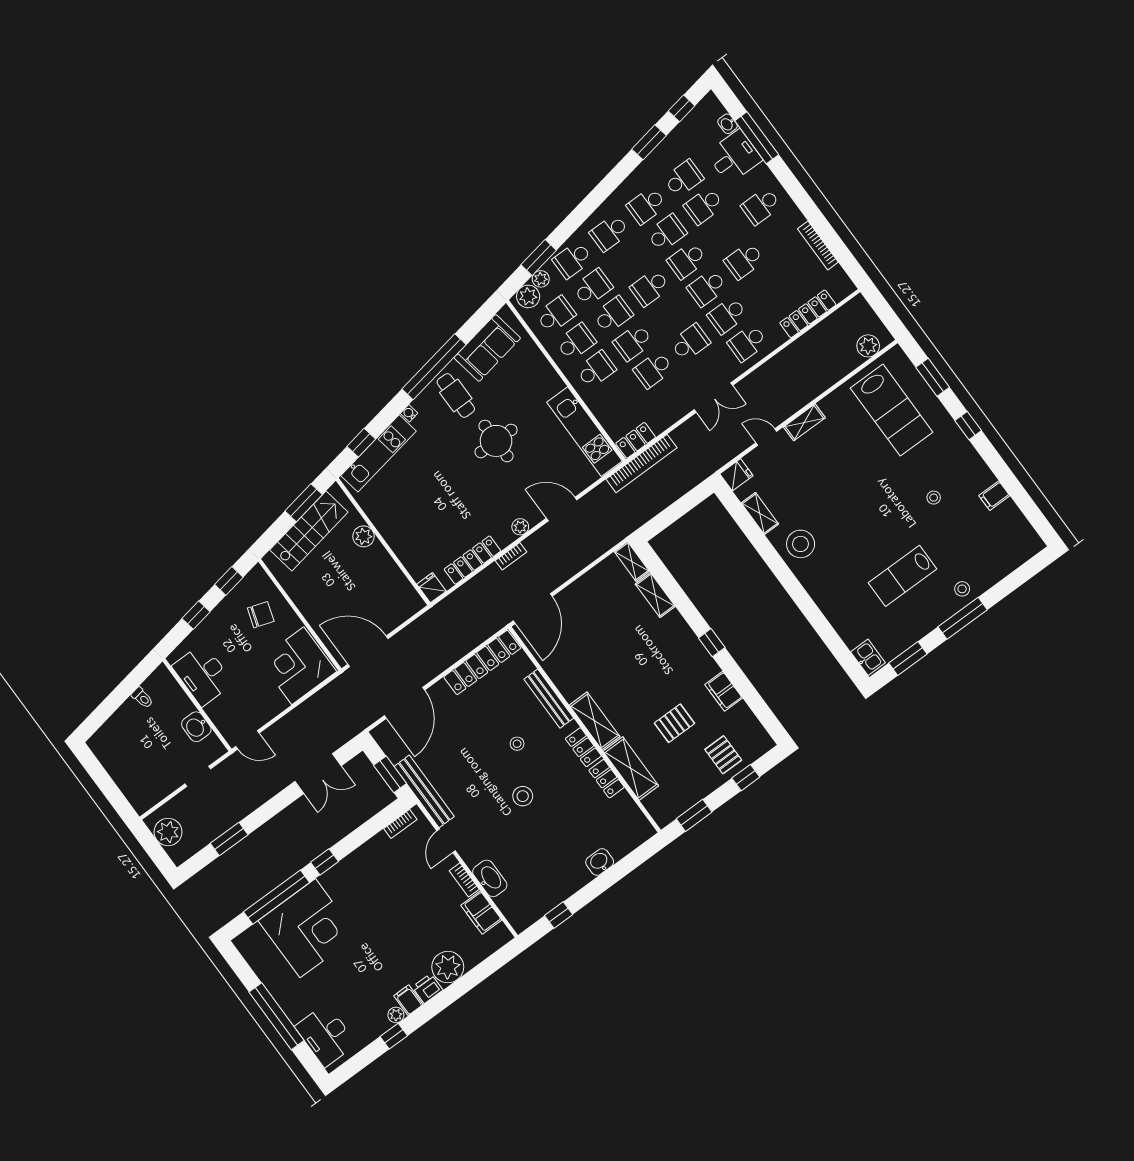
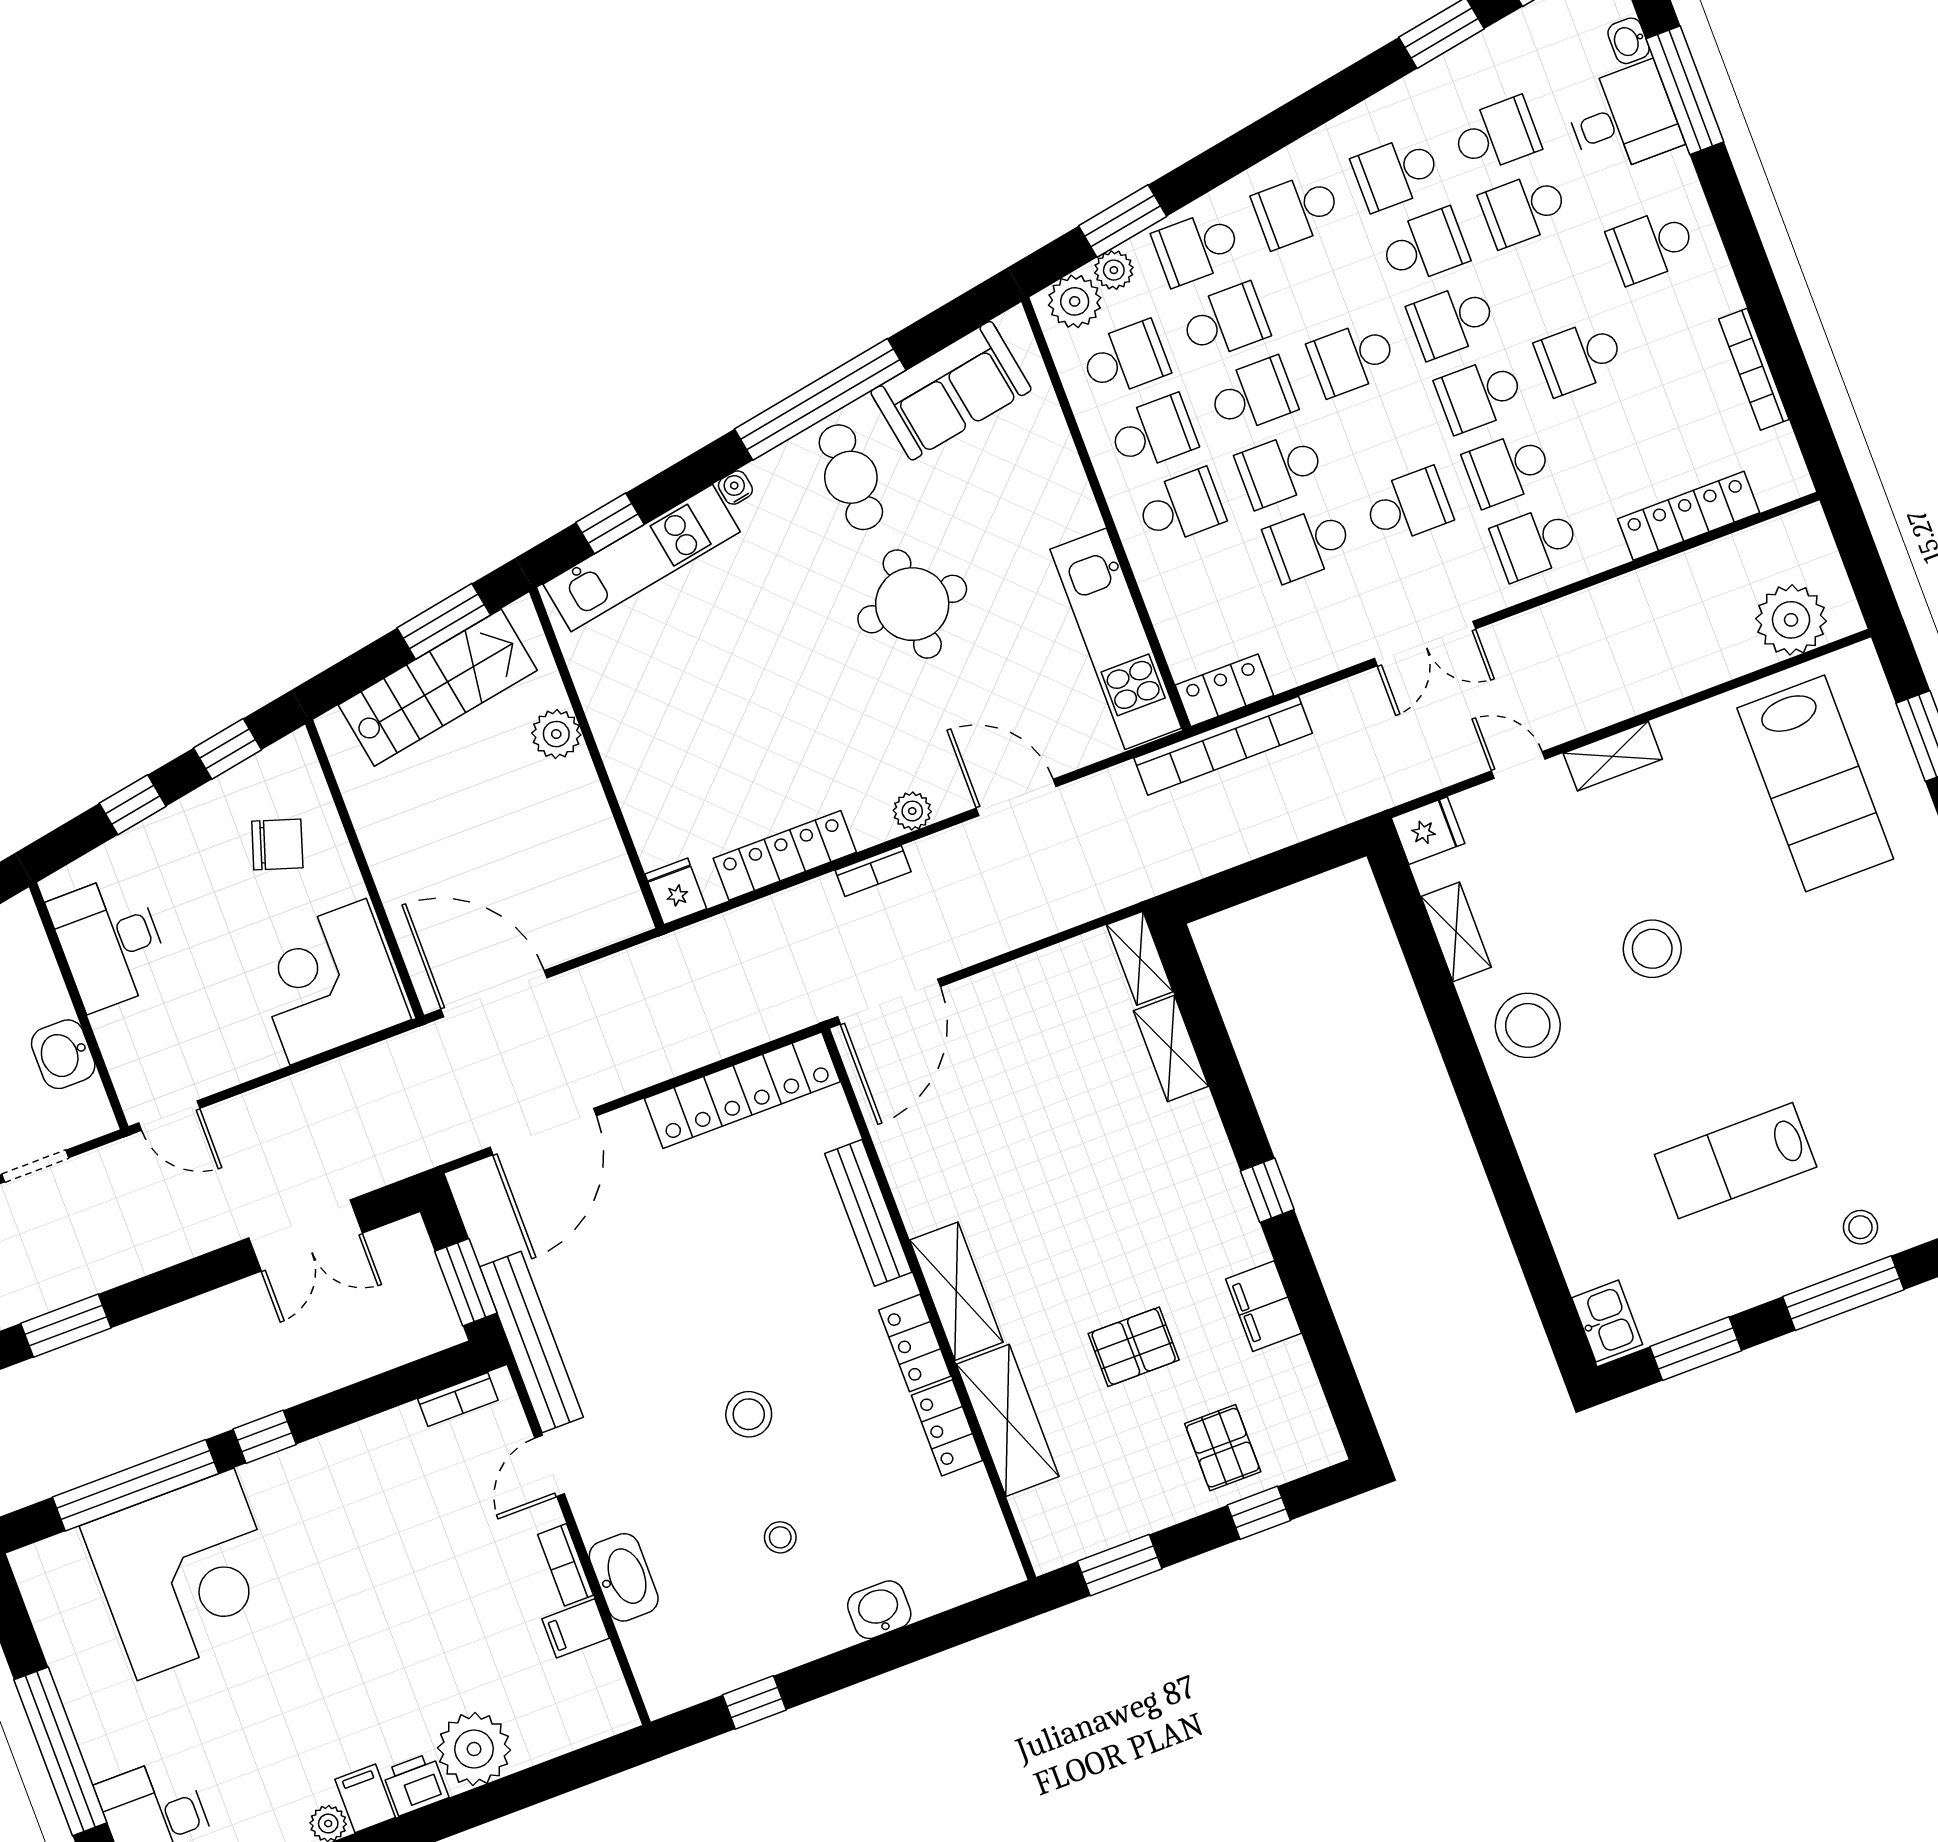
plant: (868, 346) -> (1791, 620), width x1.36, depth x1.36
stool: (934, 498) -> (1652, 949), moved, width x1.89, depth x1.89
stool: (517, 744) -> (780, 1537), moved
filing cabinet: (481, 913) -> (576, 1628), width x0.50

